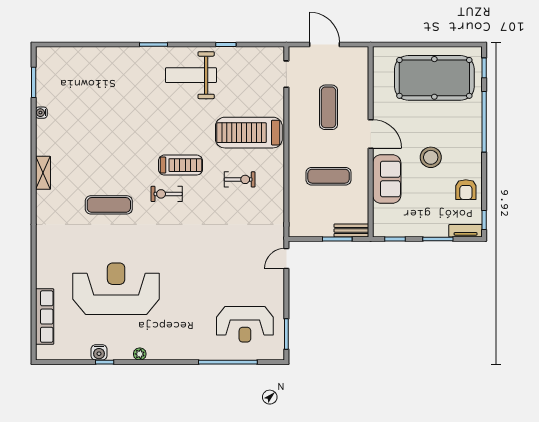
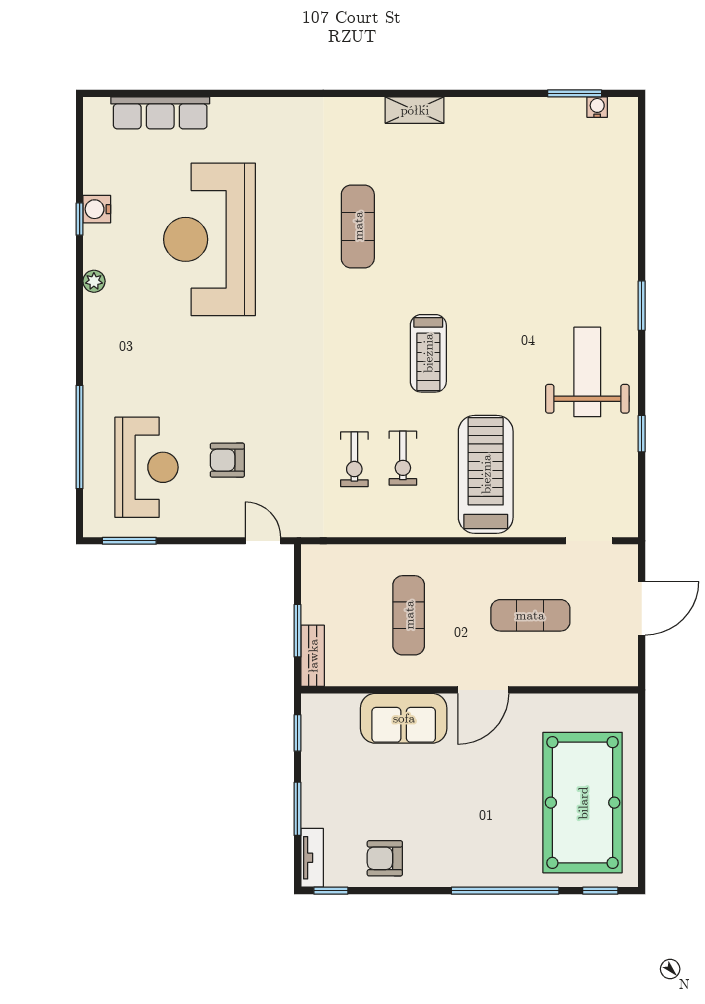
water cooler: (41, 113) -> (597, 107), moved
stool: (431, 157) -> (442, 796), removed
exercise bike: (167, 194) -> (354, 459), moved, turned 180
armchair: (241, 279) -> (227, 460), added
reception desk: (116, 289) -> (210, 239), turned 180
reception desk: (245, 324) -> (146, 467), turned 180

